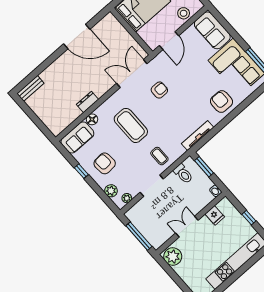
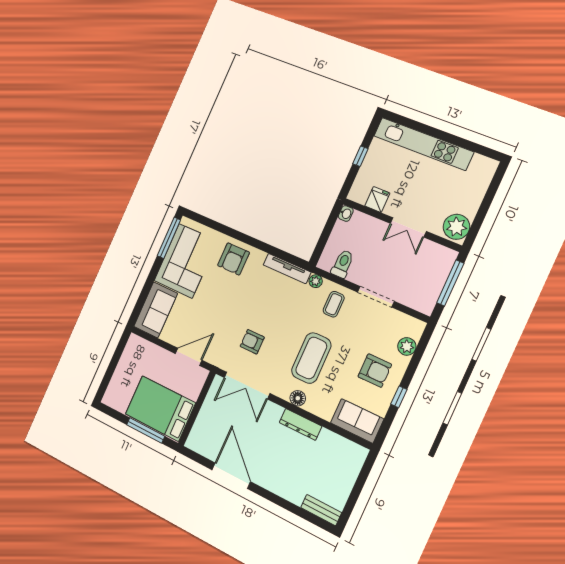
stool: (184, 13) -> (150, 354), removed
dresser: (87, 102) -> (300, 424), width x1.44
floor lamp: (92, 119) -> (298, 398), moved
armchair: (105, 163) -> (375, 371), turned -86
window: (204, 167) -> (322, 242), removed
plant: (127, 198) -> (316, 281), moved

